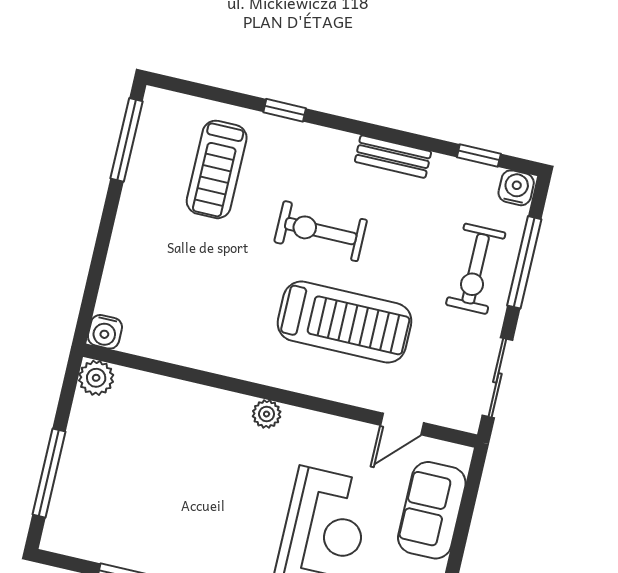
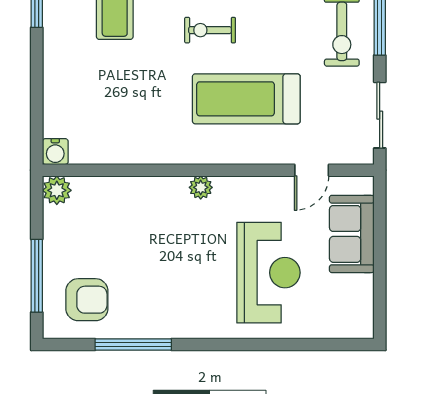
exercise bike: (321, 231) -> (210, 30), width x0.73, depth x0.72
treadmill: (345, 322) -> (246, 99), turned 180
armchair: (102, 515) -> (87, 300), added

